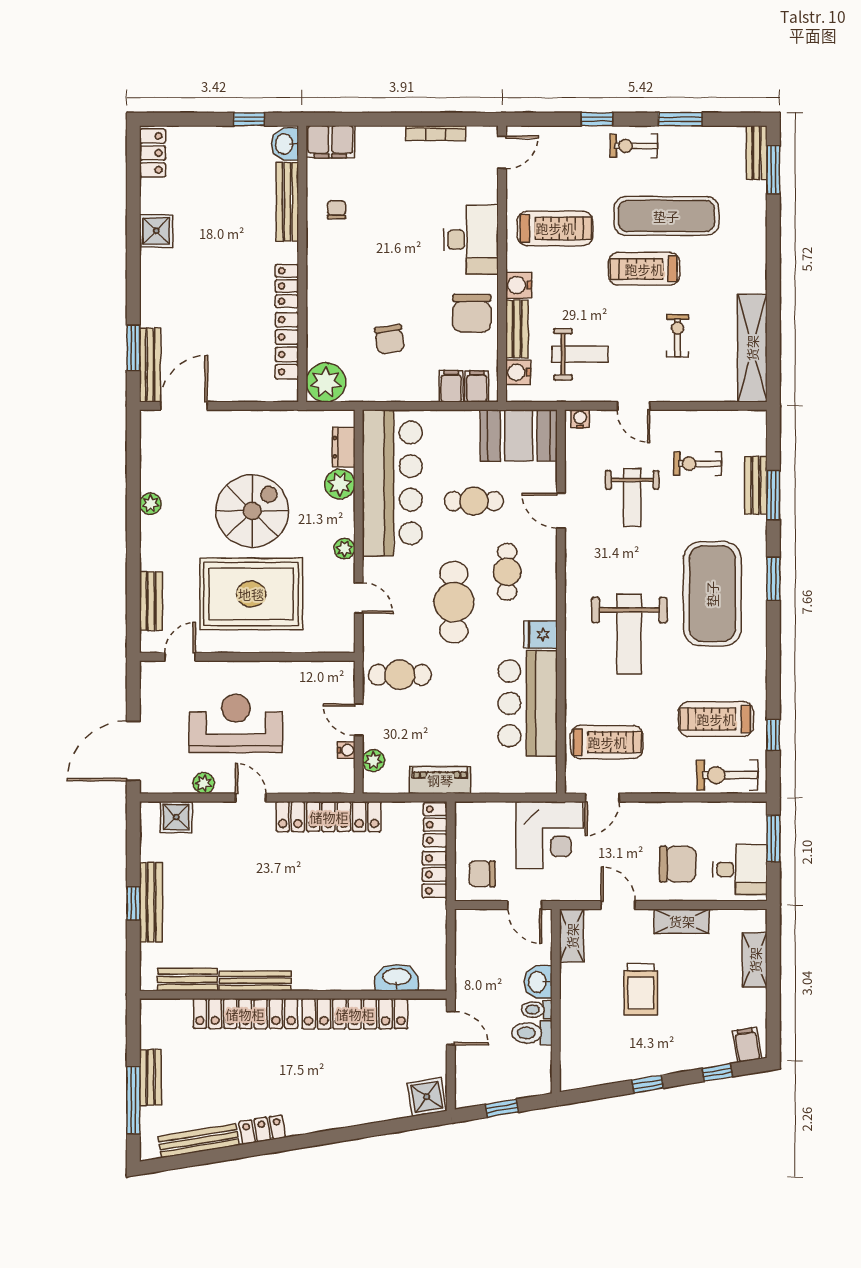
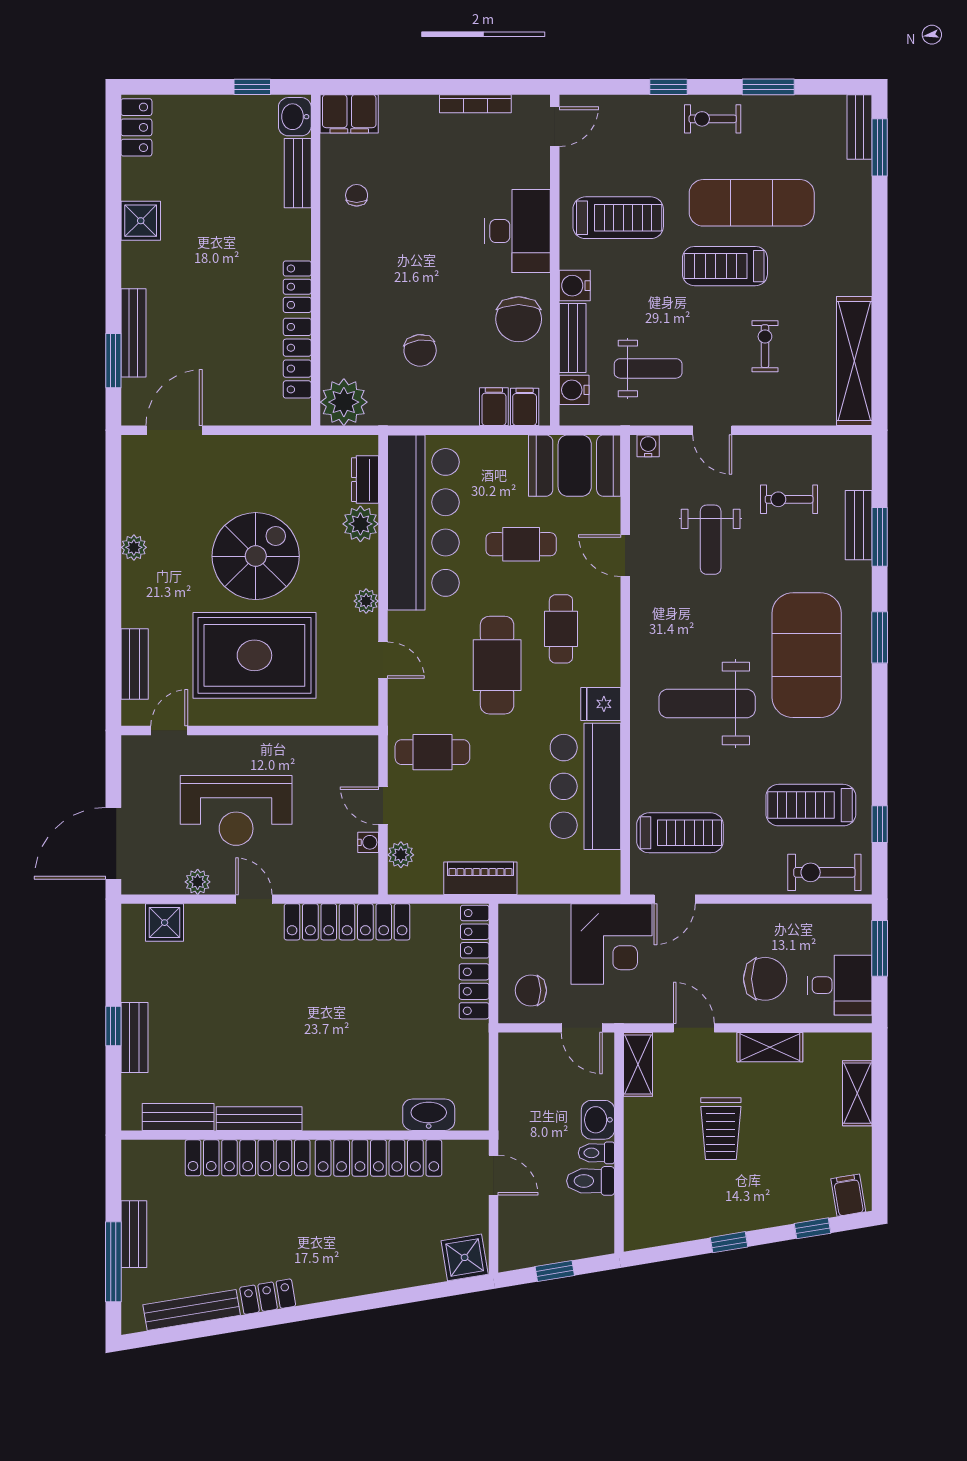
bench: (287, 202) -> (298, 173), width x0.73
bench: (150, 365) -> (133, 333), moved
weight bench: (629, 634) -> (707, 703), turned 90
reception desk: (236, 723) -> (236, 810), turned 180
bench: (151, 902) -> (134, 1037), width x0.73

